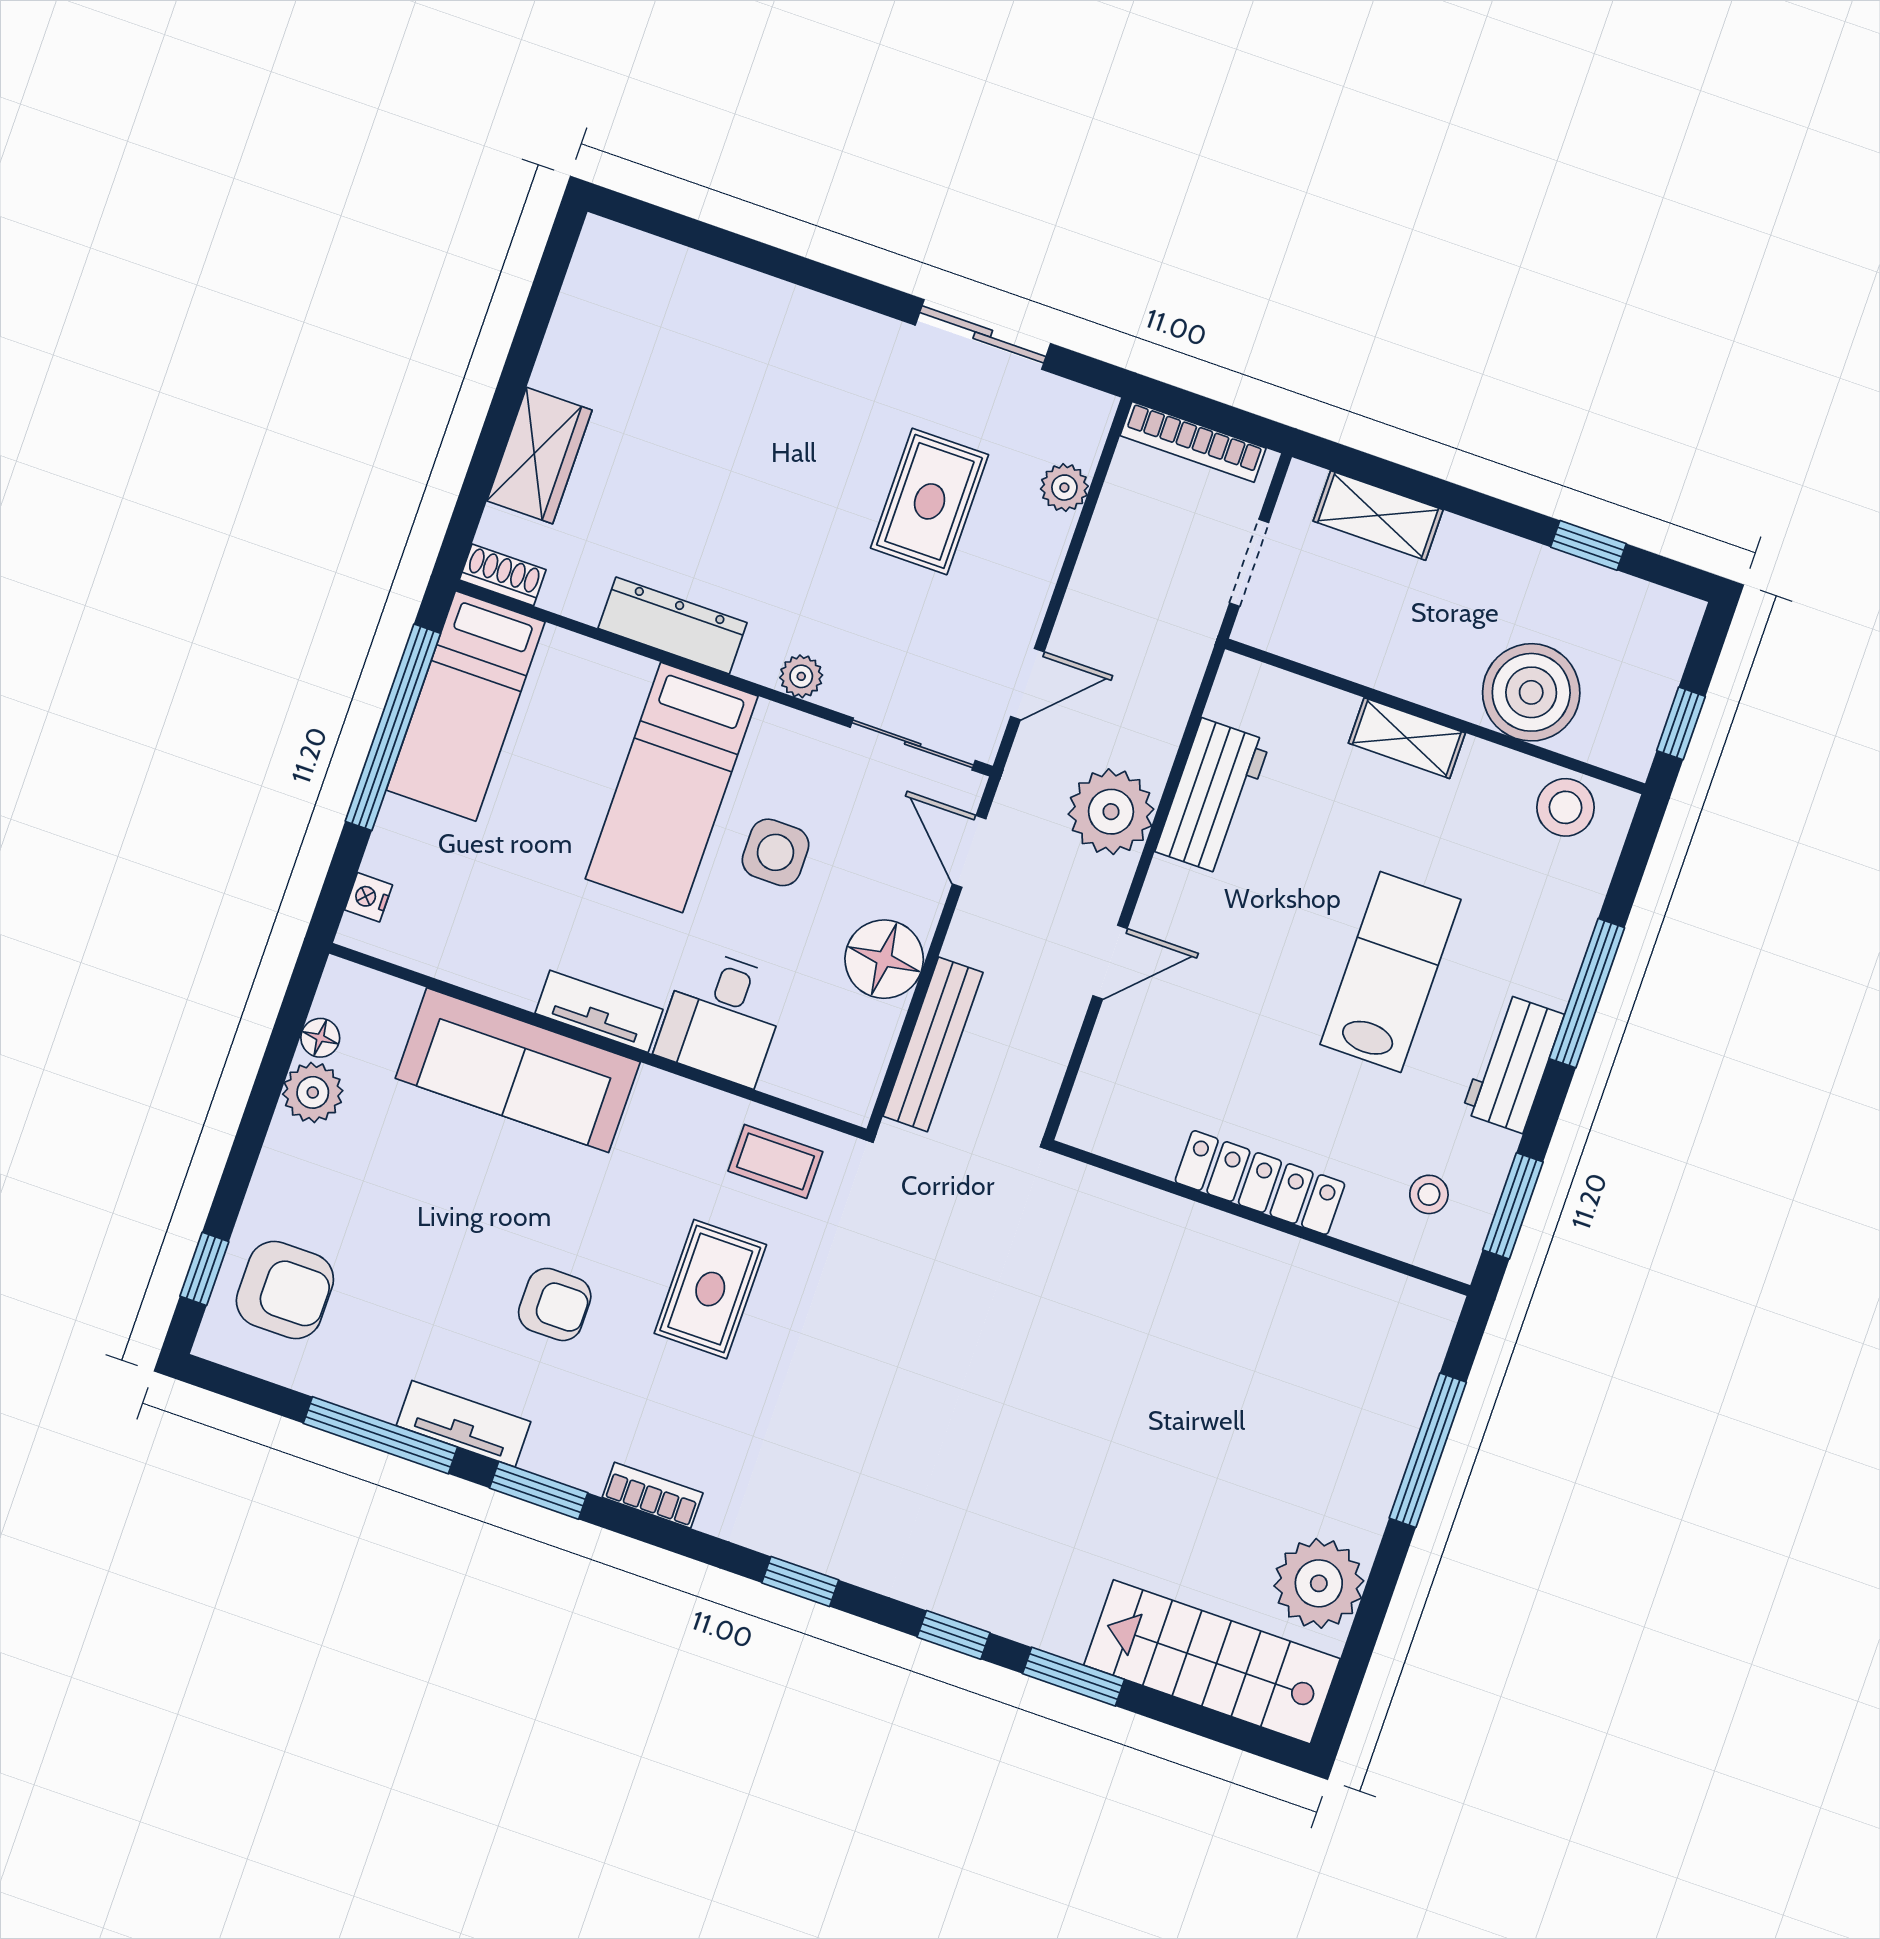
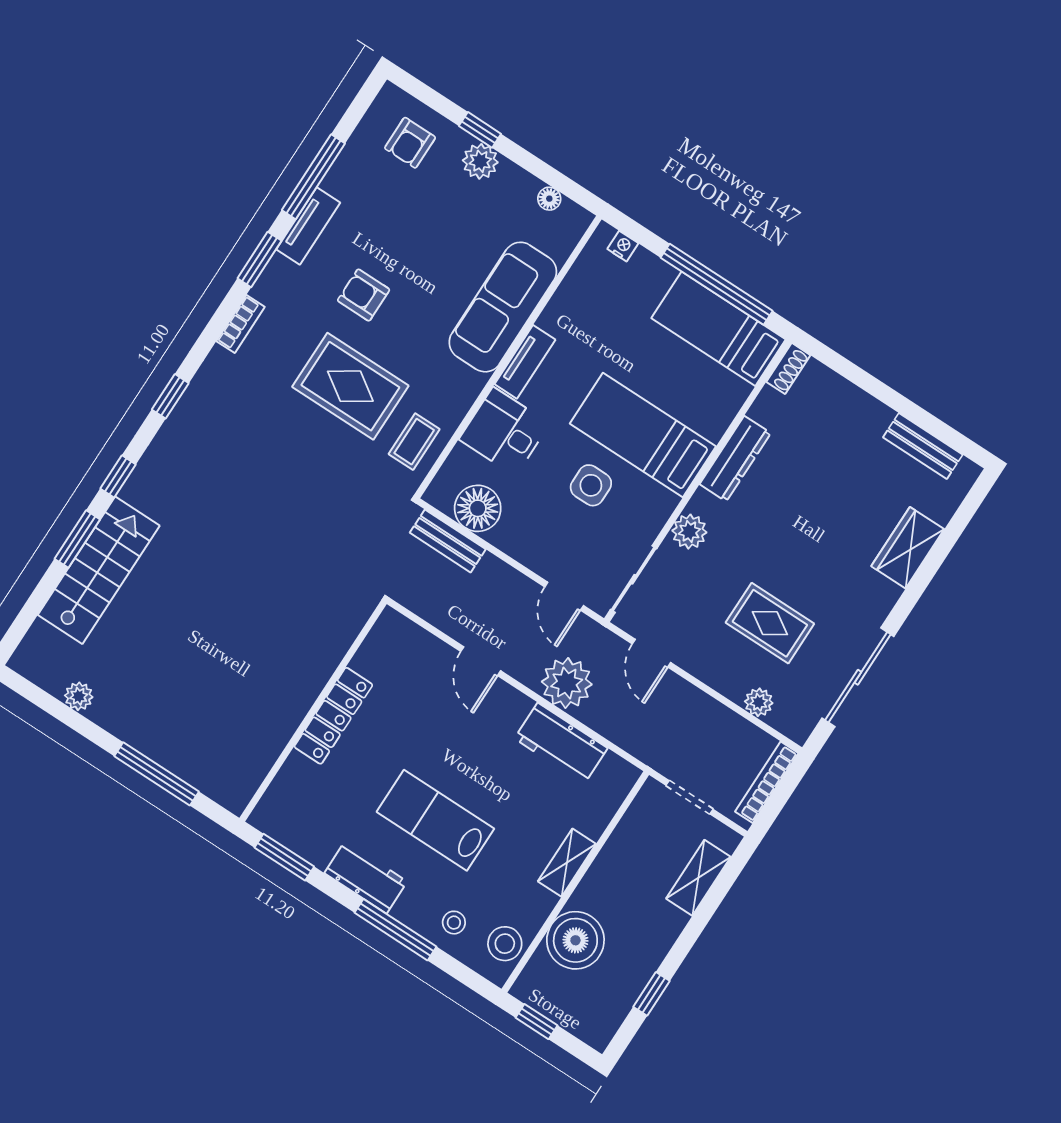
bench: (575, 322) -> (923, 446), added
sliding door: (983, 334) -> (858, 677), width x1.37
wardrobe: (539, 456) -> (908, 548), moved, turned 90
plant: (801, 676) -> (689, 532), width x1.38, depth x1.38
door: (969, 851) -> (564, 596), swing flipped
floor lamp: (884, 959) -> (478, 508), moved
lab bench: (1390, 972) -> (435, 820), turned 180
bench: (933, 1044) -> (448, 541), width x0.73
plant: (313, 1092) -> (480, 161), moved
stool: (1429, 1194) -> (454, 923), moved
window: (204, 1269) -> (480, 130), moved
rug: (710, 1289) -> (350, 386), width x1.36, depth x1.43
armchair: (285, 1290) -> (410, 143), width x0.72, depth x0.72
armchair: (555, 1304) -> (364, 295), turned 90
plant: (1319, 1583) -> (79, 696), width x0.53, depth x0.53
stairs: (1212, 1662) -> (99, 570), moved

